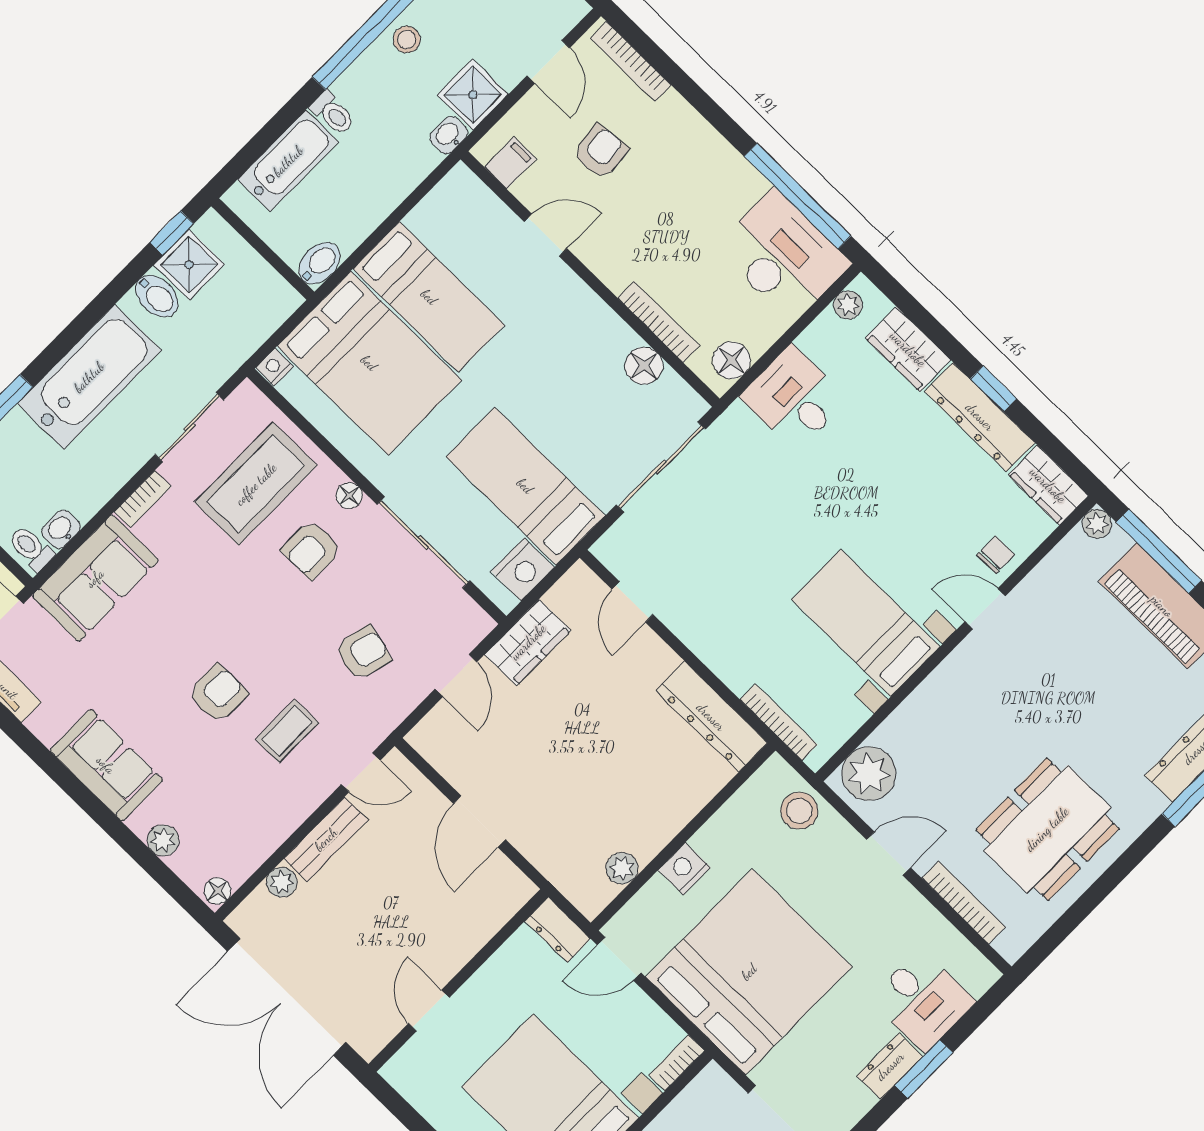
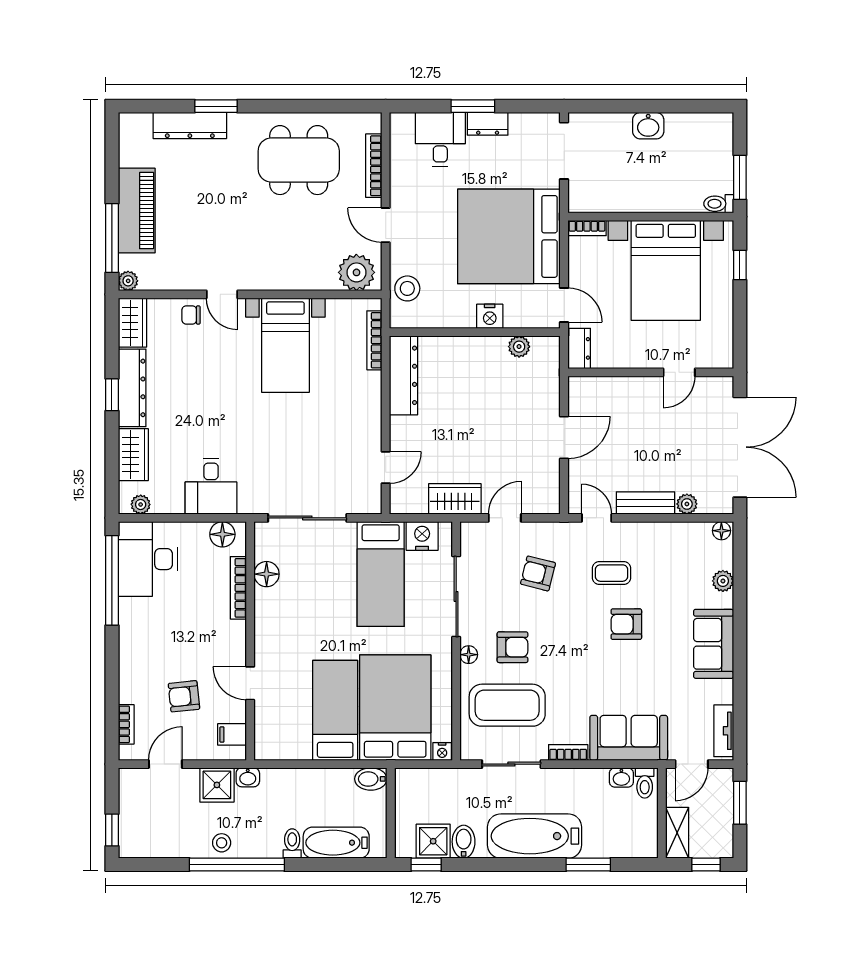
bookcase: (631, 62) -> (126, 724), width x0.64

